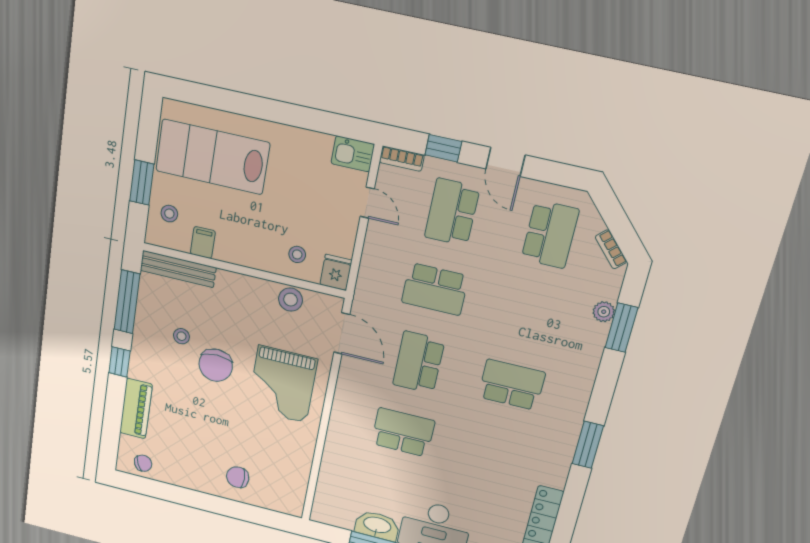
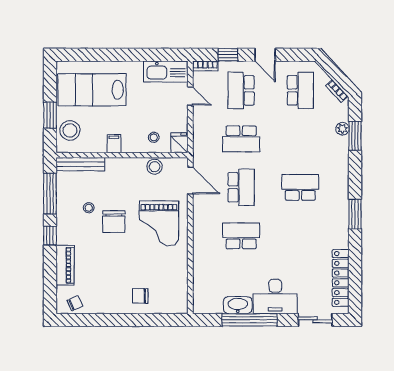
kitchen sink: (353, 154) -> (166, 71), width x1.87, depth x1.24
stool: (169, 214) -> (70, 130), width x1.89, depth x1.89
filing cabinet: (203, 243) -> (114, 144), moved
school desk: (419, 362) -> (241, 187), turned 180

